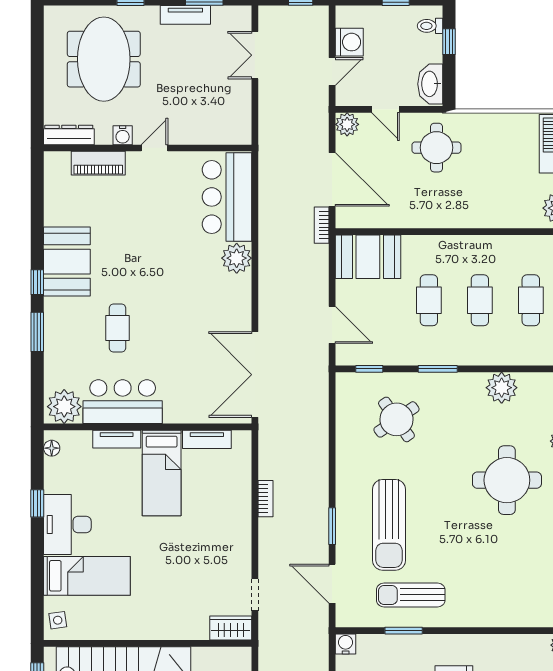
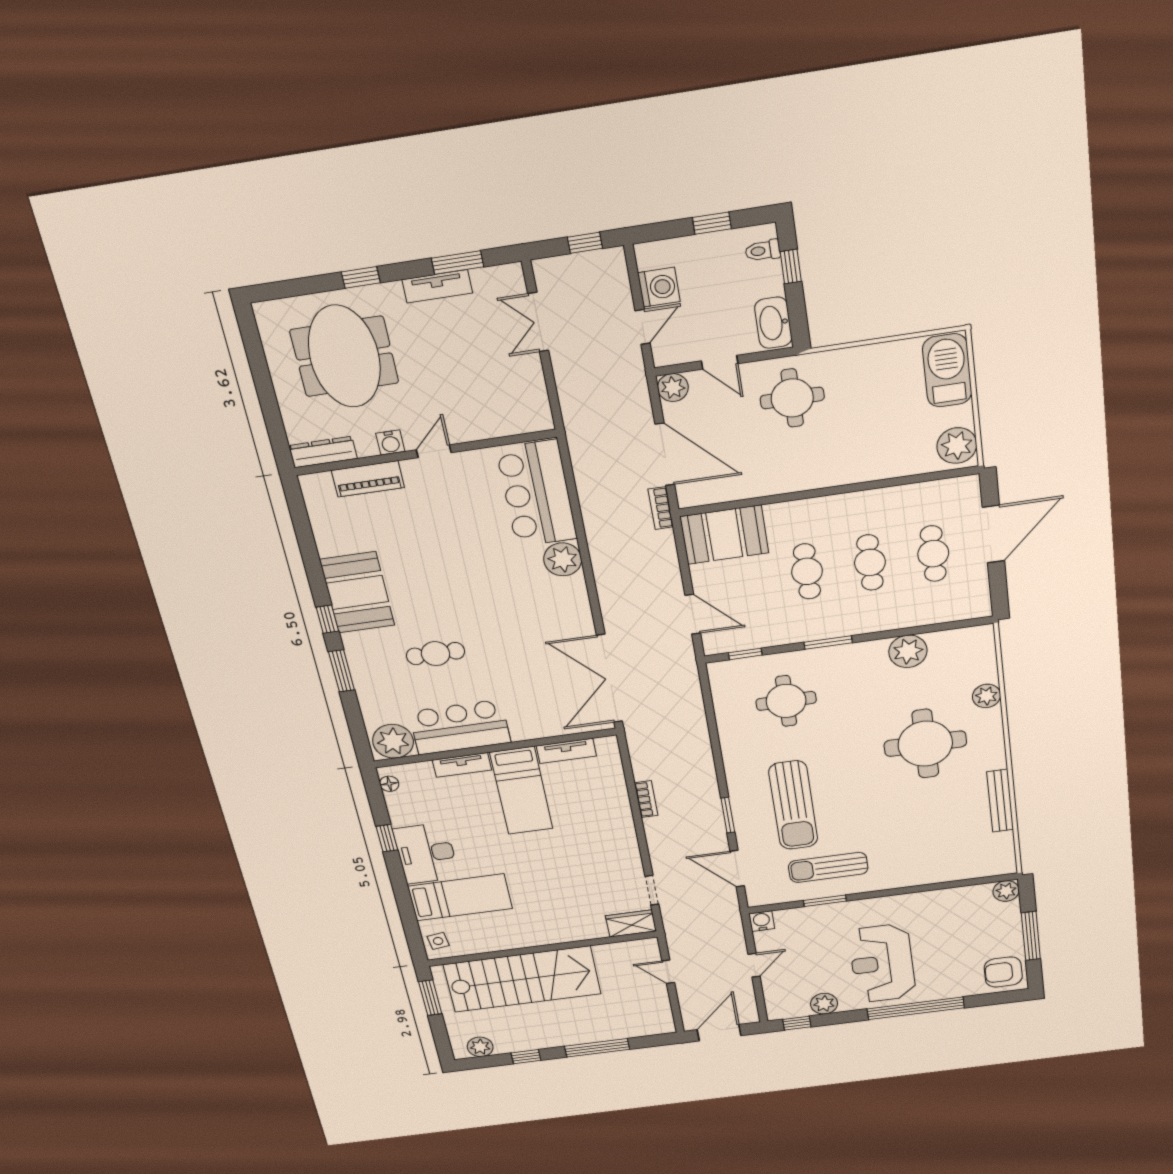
cafe table: (117, 328) -> (435, 654), turned 90
round table: (396, 419) -> (786, 701), turned 35

